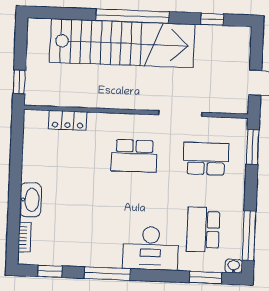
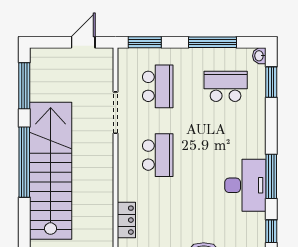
window: (212, 19) -> (24, 86), width x2.17
school desk: (206, 159) -> (158, 86), turned 180
school desk: (203, 230) -> (226, 86), turned 180
window: (249, 236) -> (212, 42), moved
desk: (151, 248) -> (245, 185), moved

